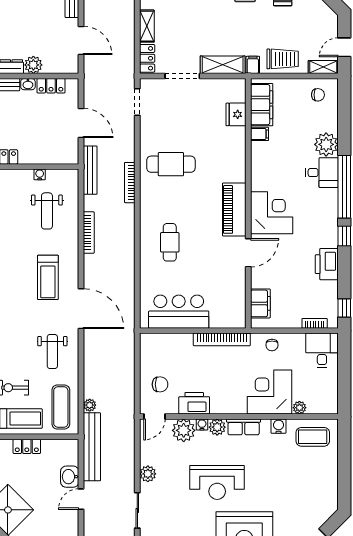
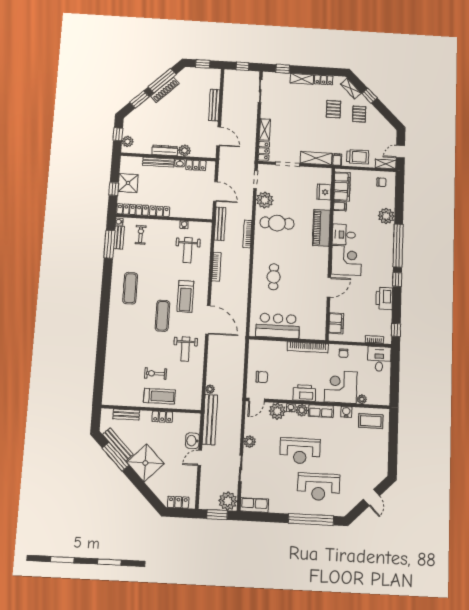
plant: (152, 131) -> (265, 200), added
desk: (322, 173) -> (344, 235), moved, turned 180
piano: (234, 209) -> (321, 228), moved
printer: (194, 403) -> (304, 393), moved
exercise mat: (61, 407) -> (162, 316), moved

